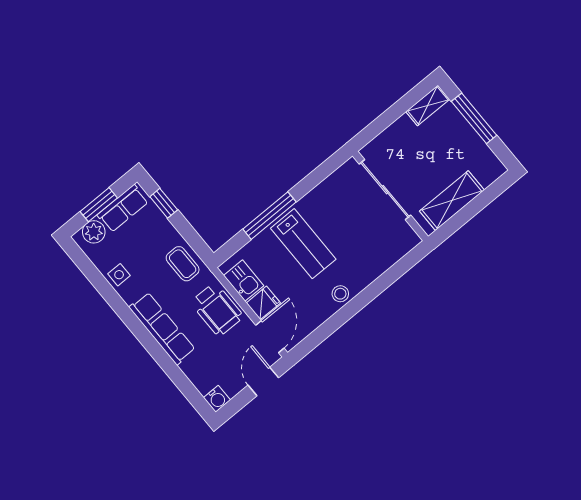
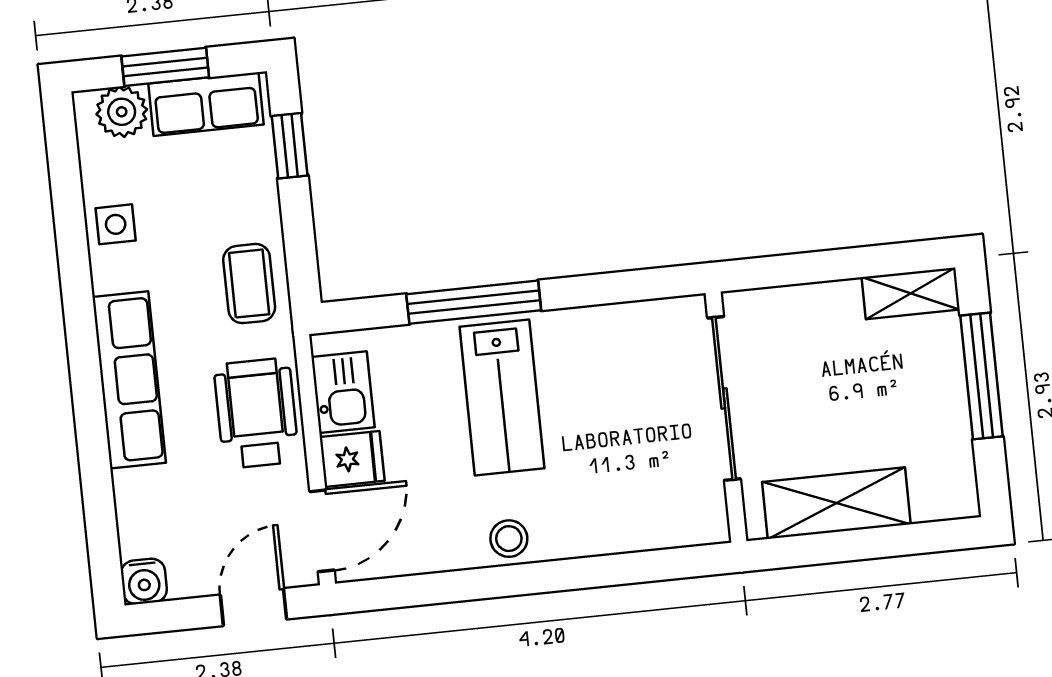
wheelchair: (217, 309) -> (256, 413), turned 180

